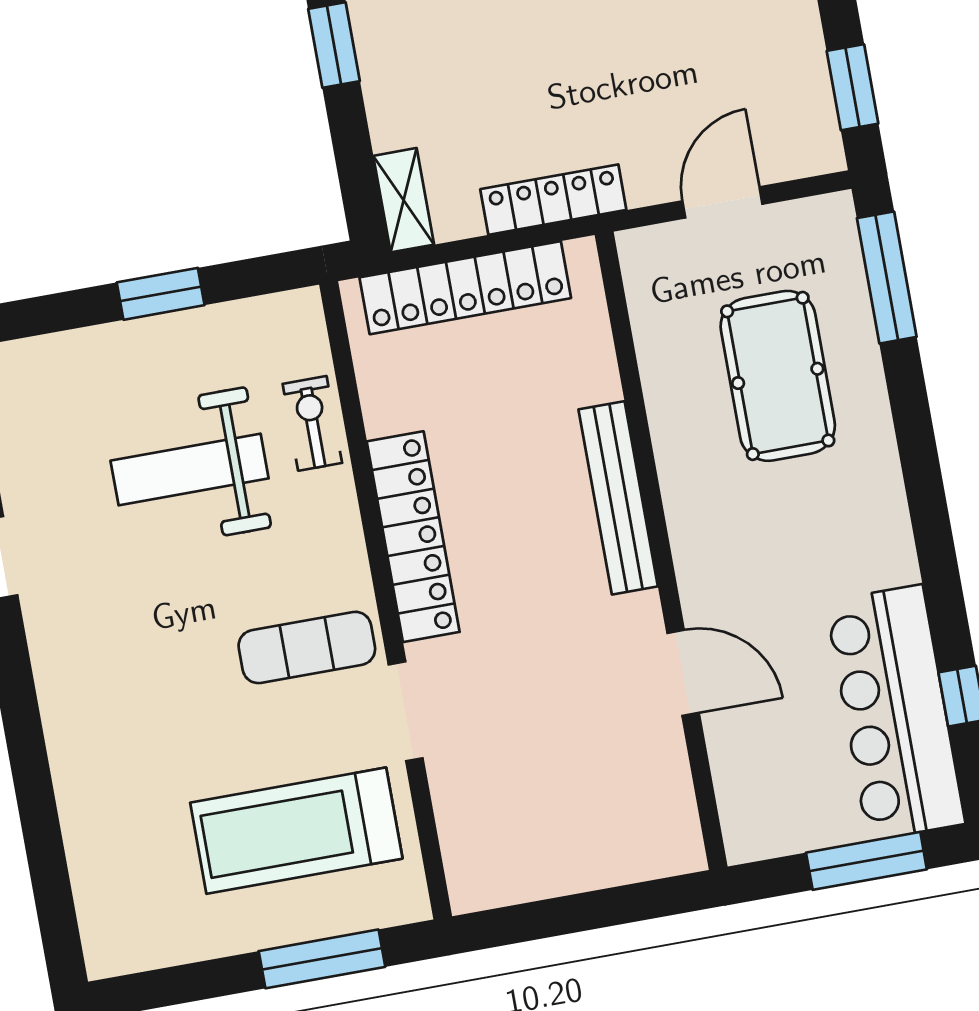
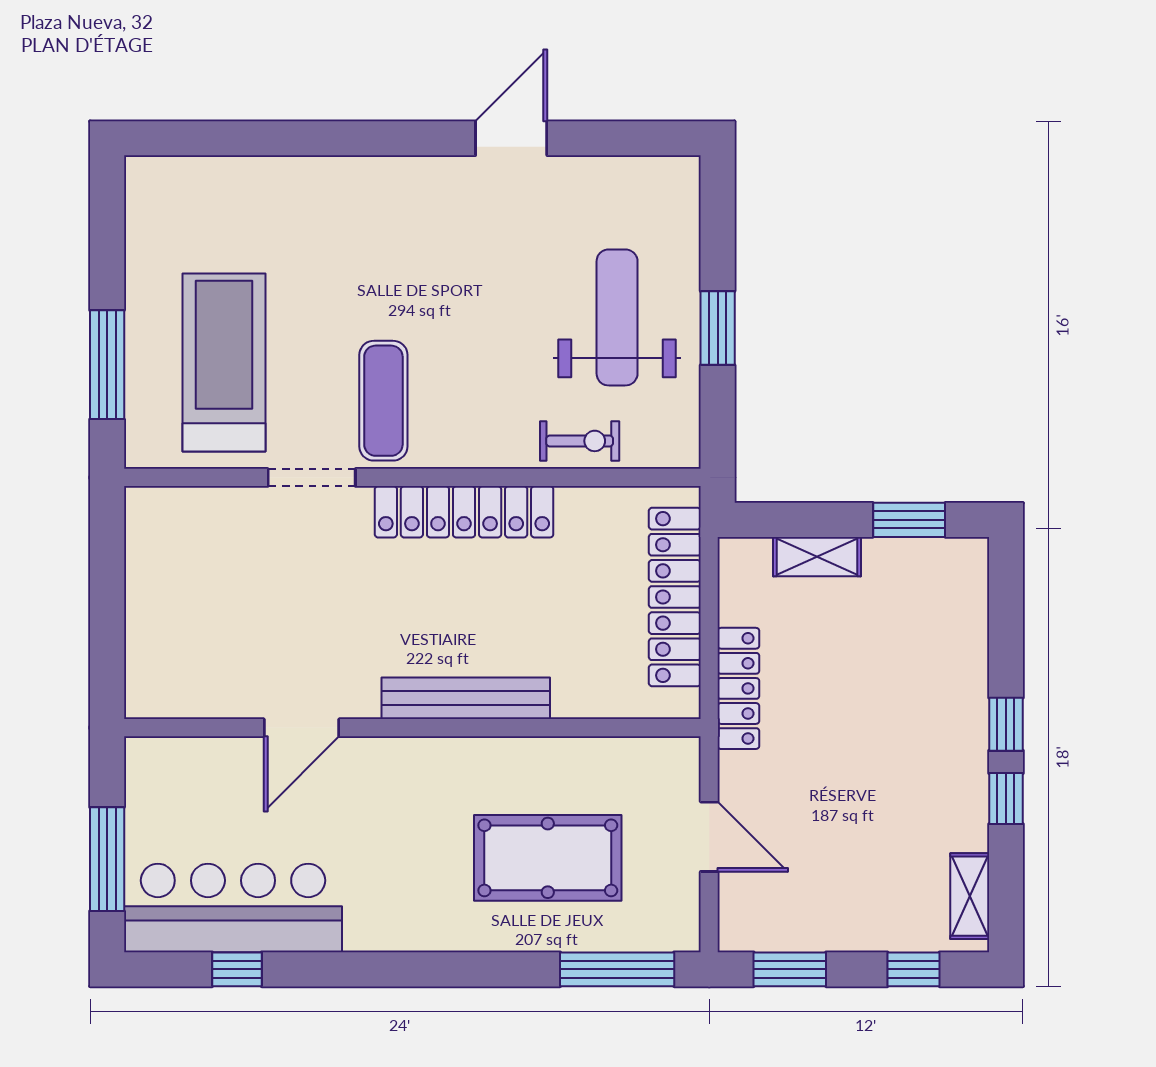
shelving: (404, 200) -> (817, 557), moved
weight bench: (190, 469) -> (617, 317), moved

